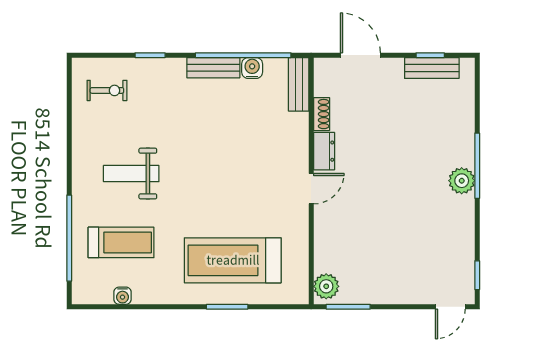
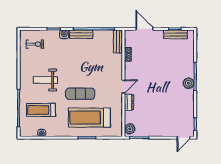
water cooler: (252, 68) -> (64, 34), moved
dresser: (324, 151) -> (129, 102), moved
exercise mat: (211, 205) -> (80, 94), added
treadmill: (121, 242) -> (41, 110), turned 180

